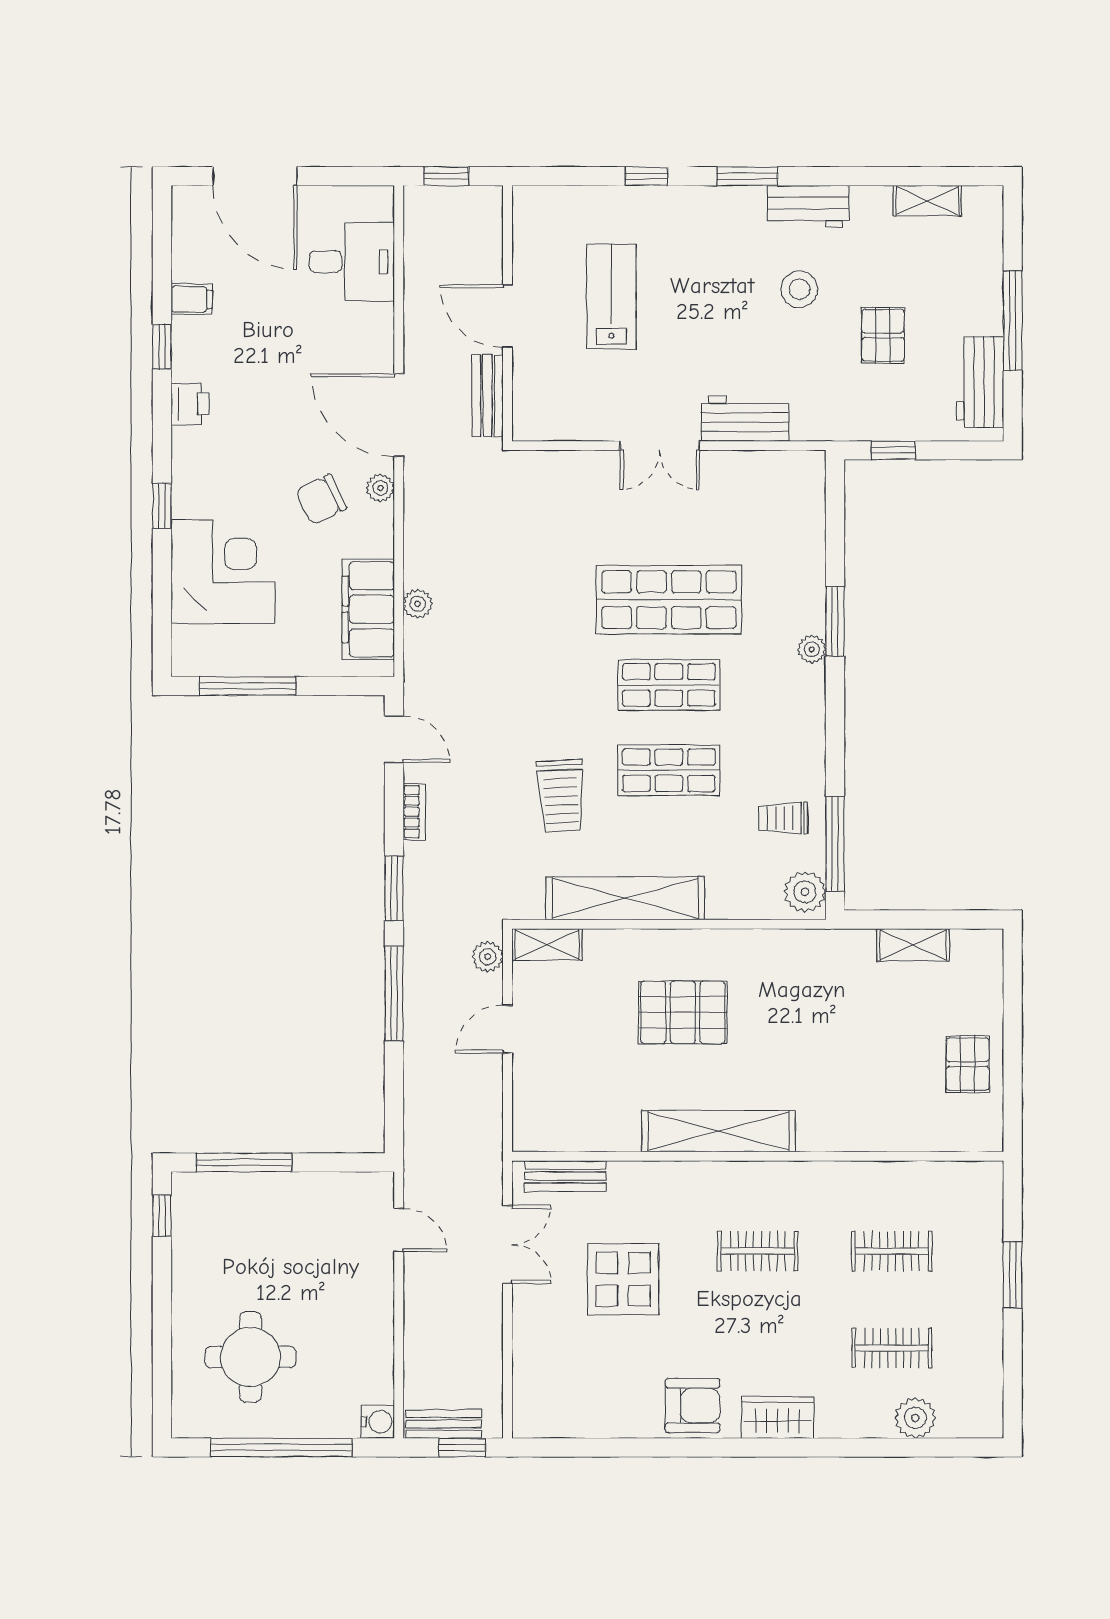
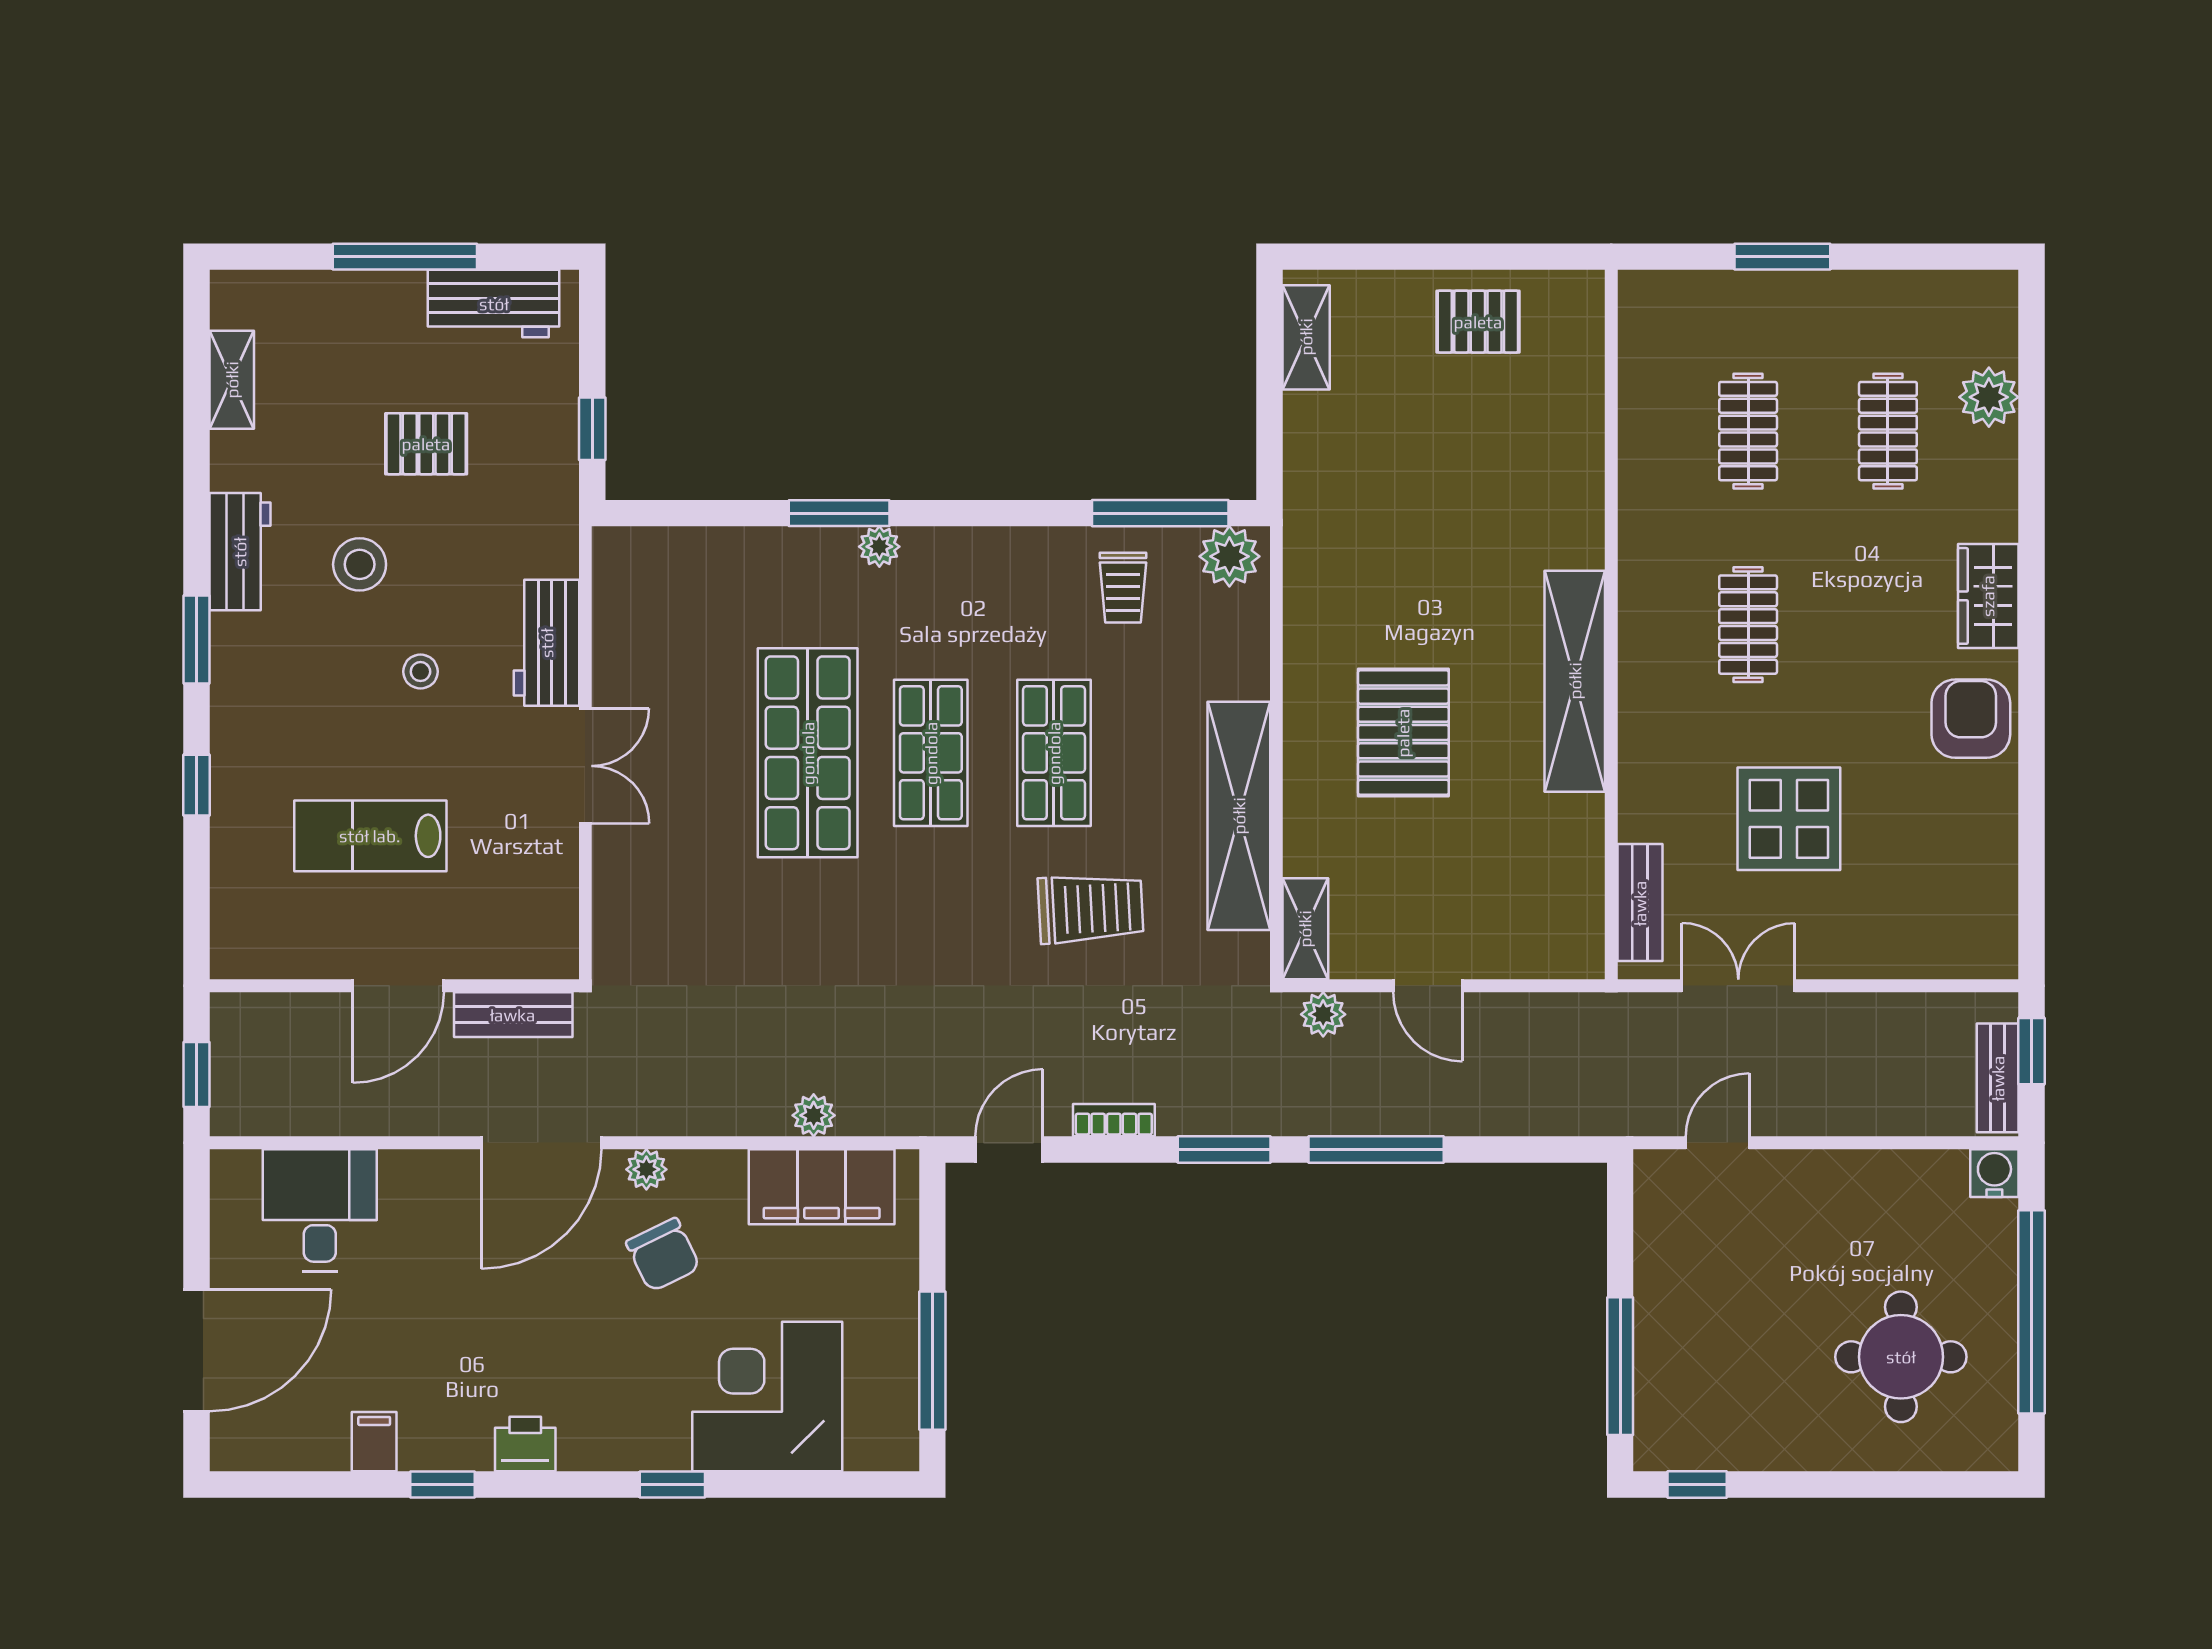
stool: (725, 331) -> (420, 672), added
shelving: (913, 945) -> (1306, 337), moved

